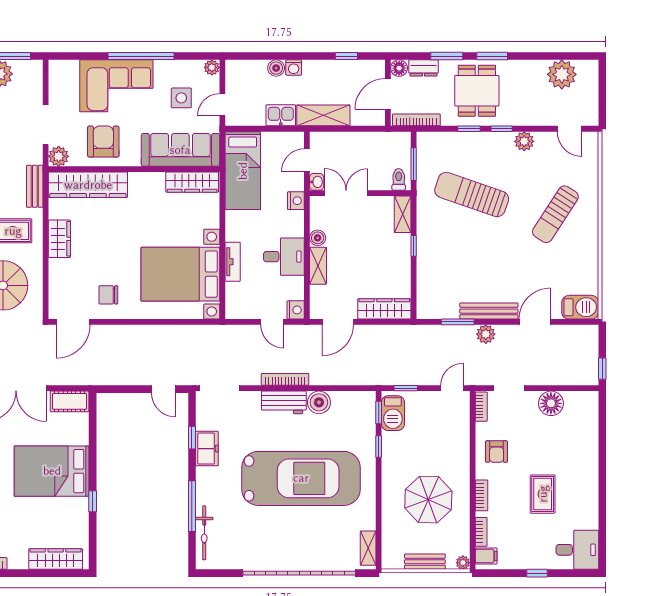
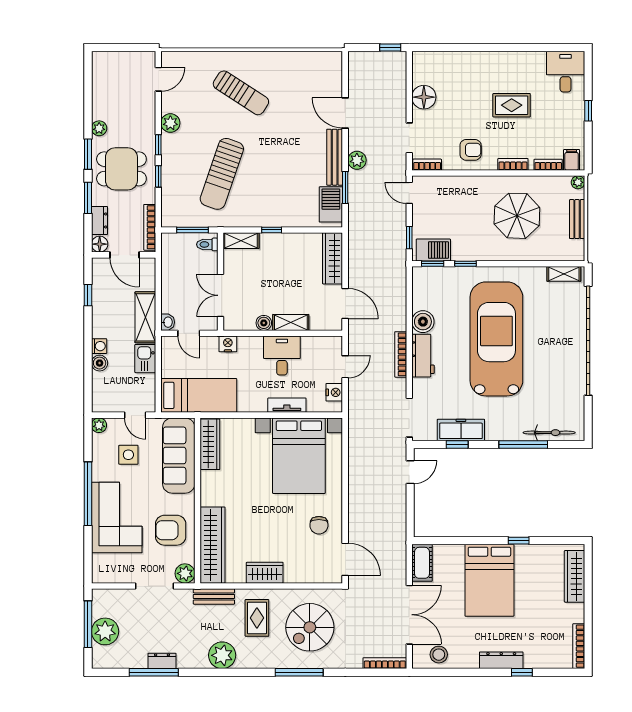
plant: (562, 74) -> (99, 128), moved, width x0.53, depth x0.53
washbasin: (317, 182) -> (168, 322), moved, turned 90
barbecue: (580, 307) -> (331, 204), moved
nightstand: (296, 310) -> (334, 392), moved, turned 90
freezer: (207, 449) -> (461, 430), width x1.40

